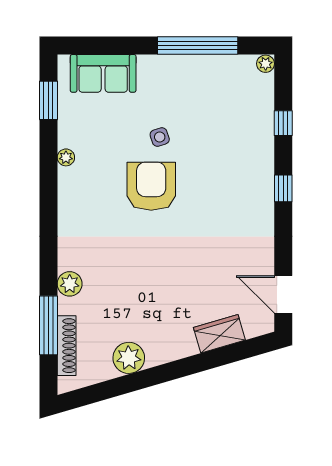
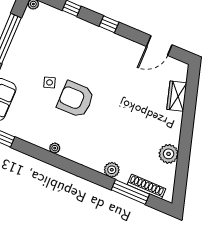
plant: (66, 157) -> (55, 148), moved
door: (283, 294) -> (159, 46), moved

